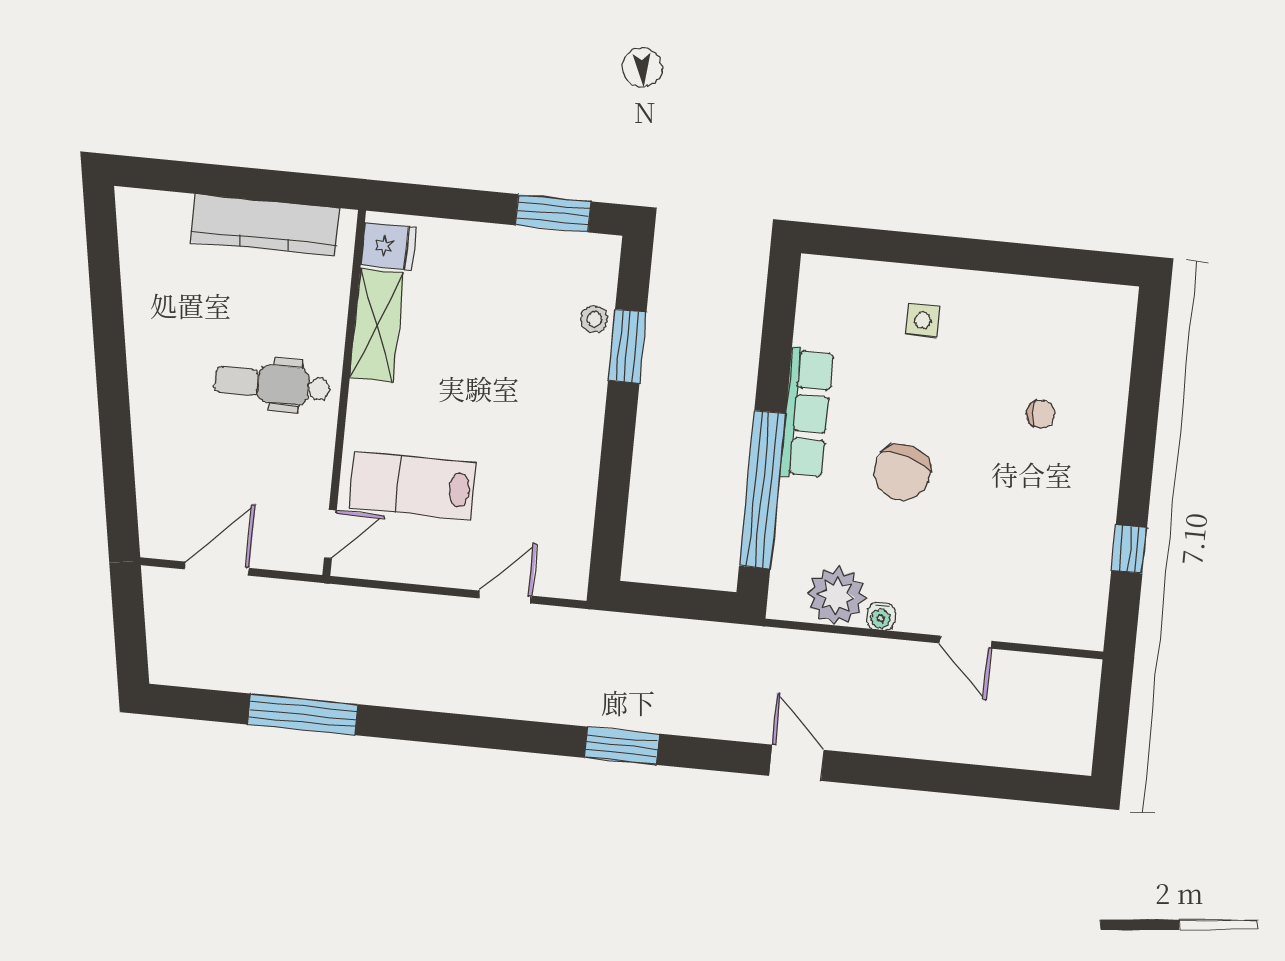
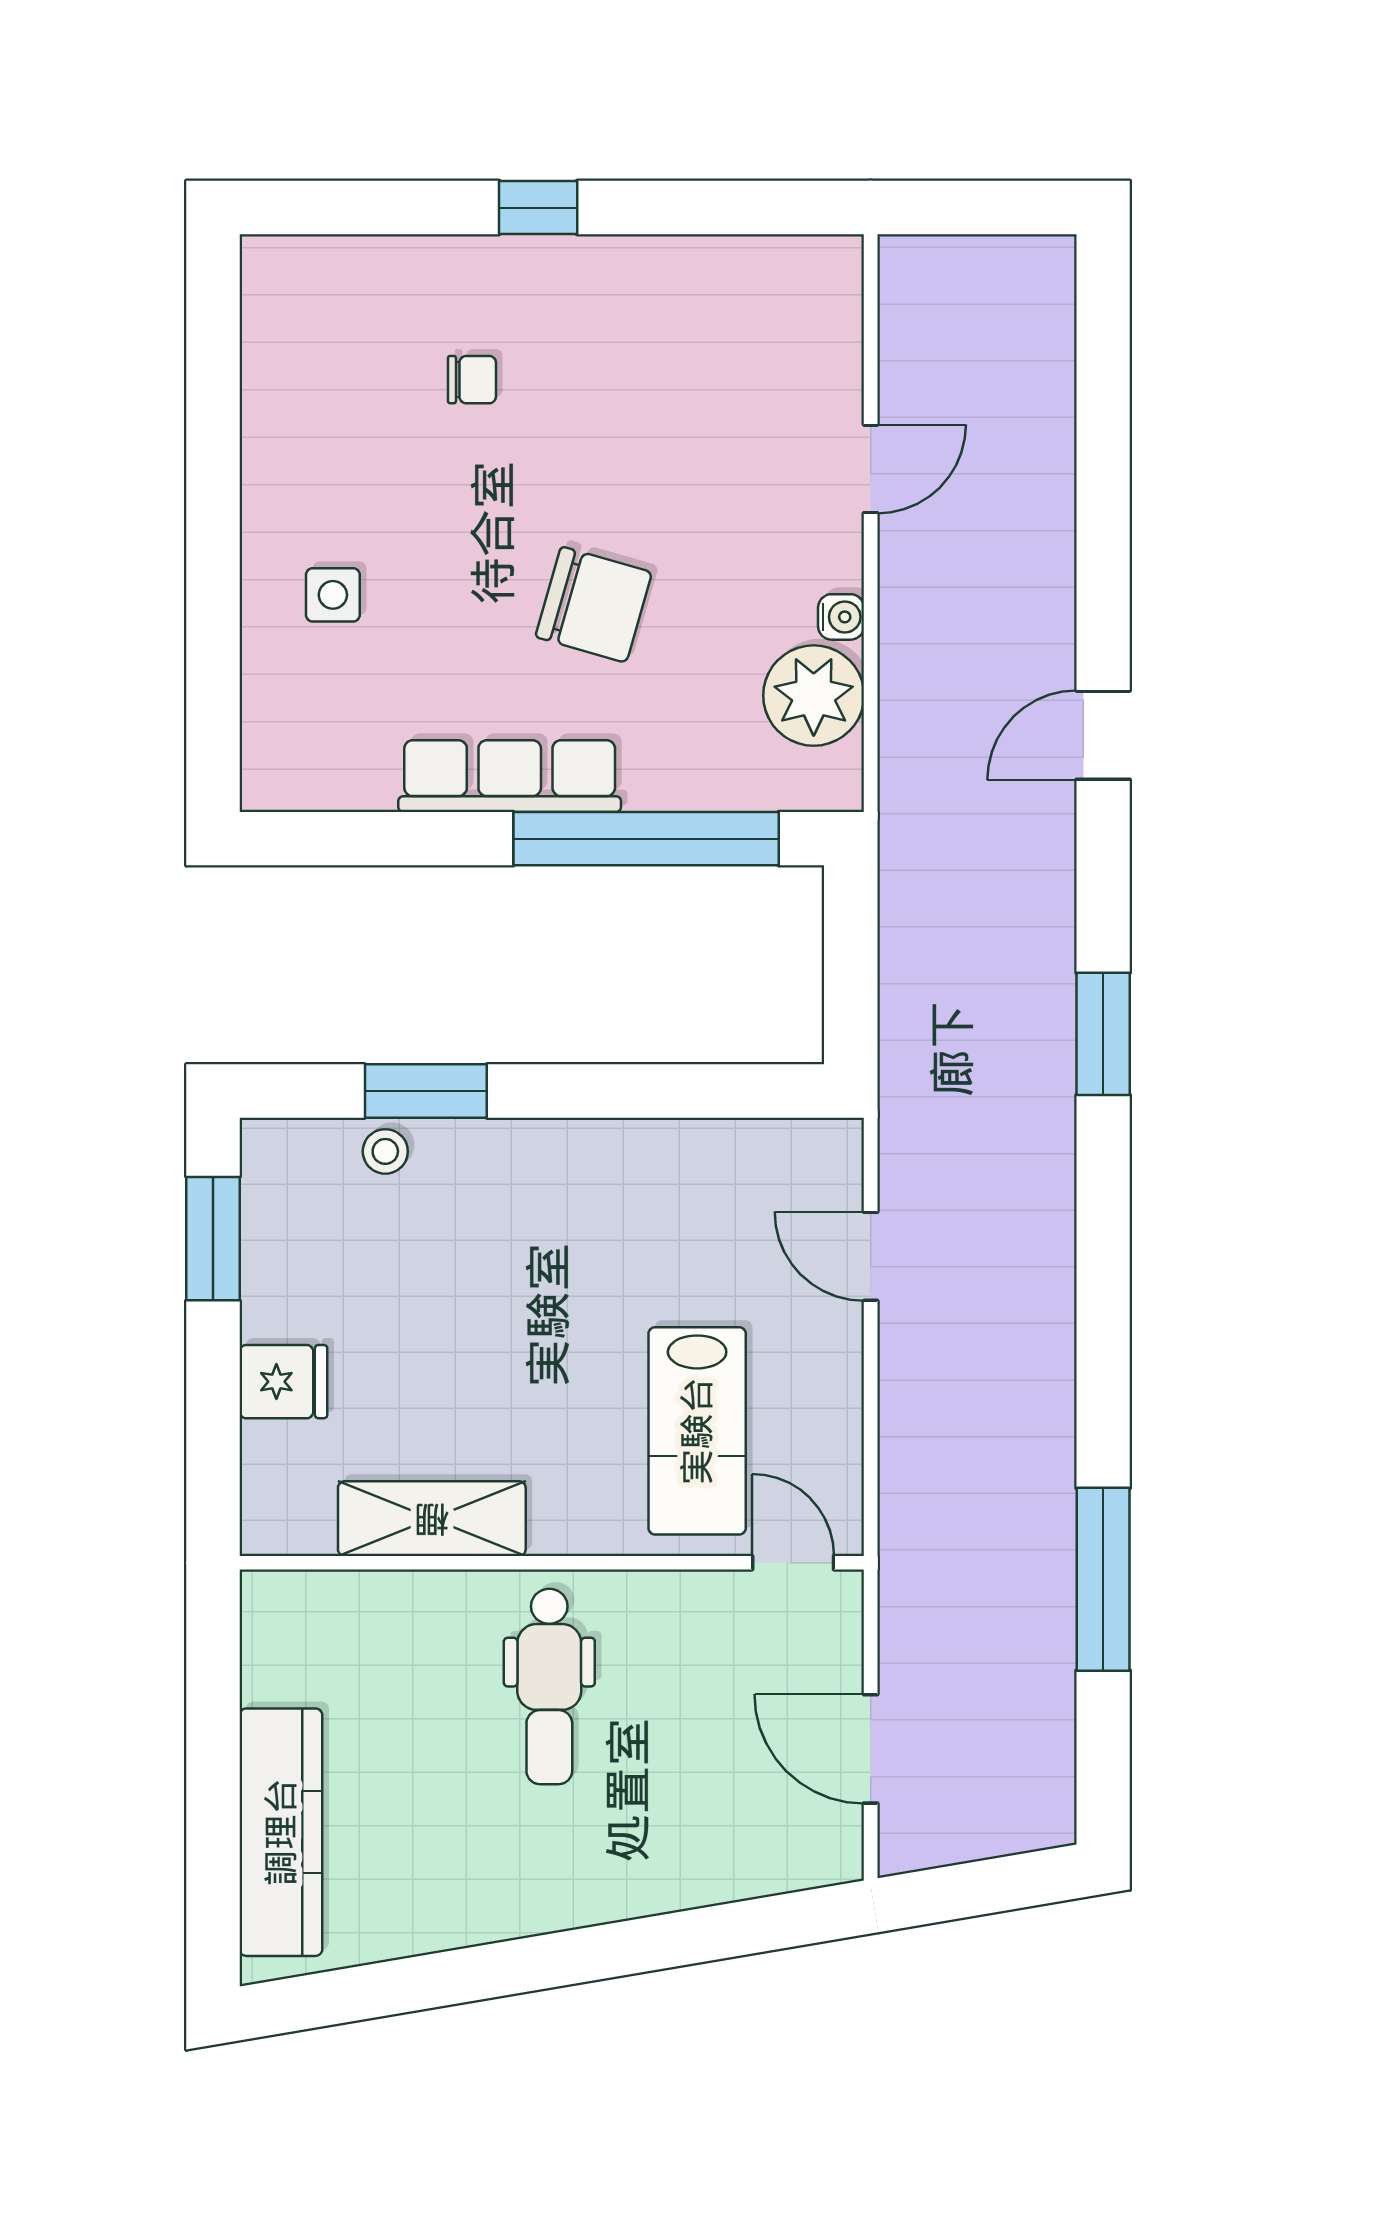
kitchen counter: (265, 225) -> (281, 1832), moved
fridge: (388, 246) -> (283, 1382), moved, turned 90
chair: (1041, 414) -> (472, 380), turned 90
window: (1129, 549) -> (538, 208), moved

